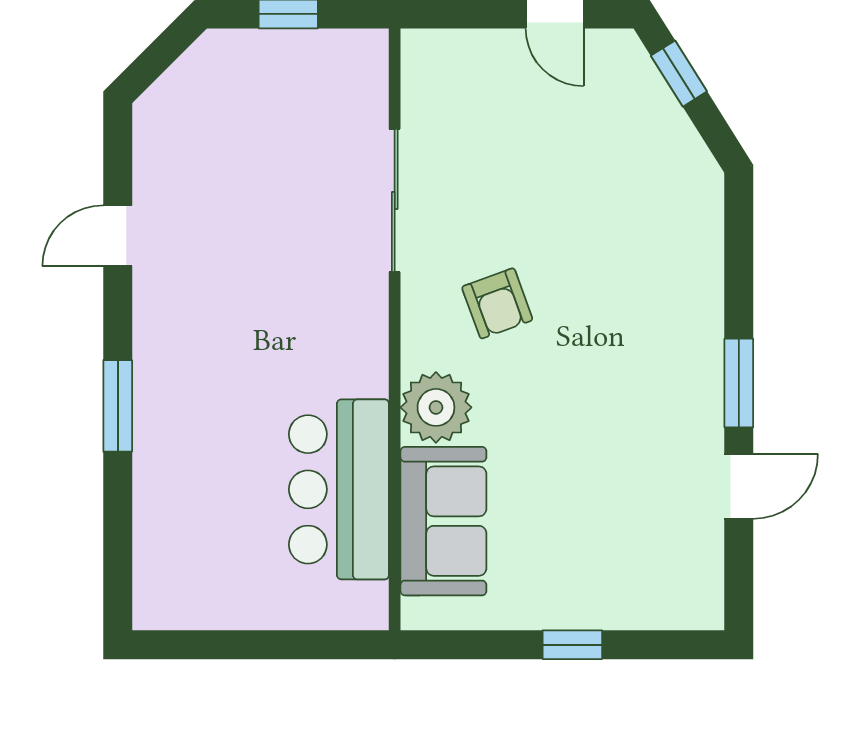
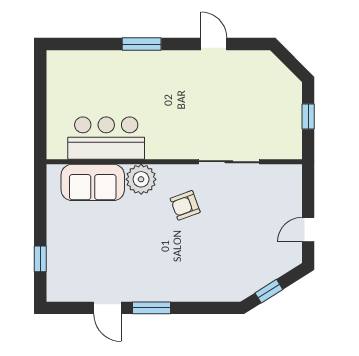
window: (679, 74) -> (269, 291), moved
window: (572, 645) -> (40, 259), moved

